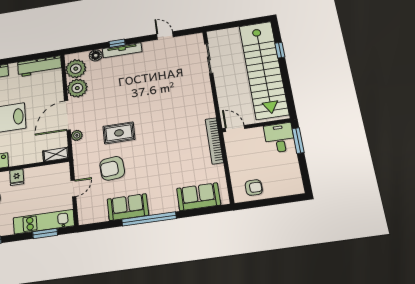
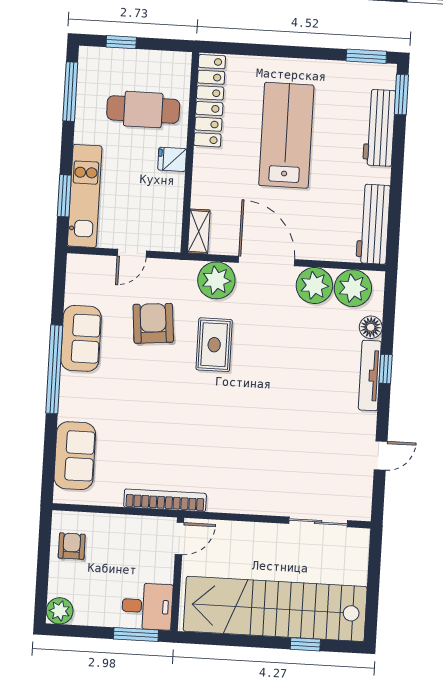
plant: (77, 135) -> (216, 280), width x1.87, depth x1.87
plant: (295, 187) -> (60, 611), added
door: (73, 188) -> (132, 253), hinge flipped
armchair: (254, 188) -> (72, 546), turned 180

